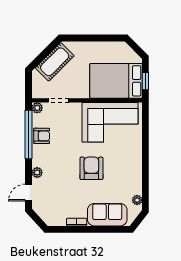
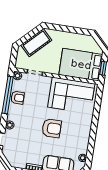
armchair: (91, 168) -> (52, 128), turned 90

